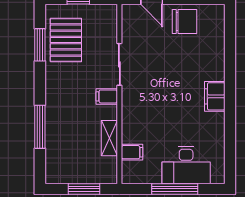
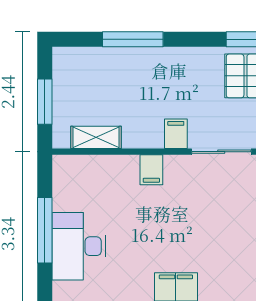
shelving: (109, 138) -> (96, 137), moved
filing cabinet: (132, 152) -> (151, 170), moved

